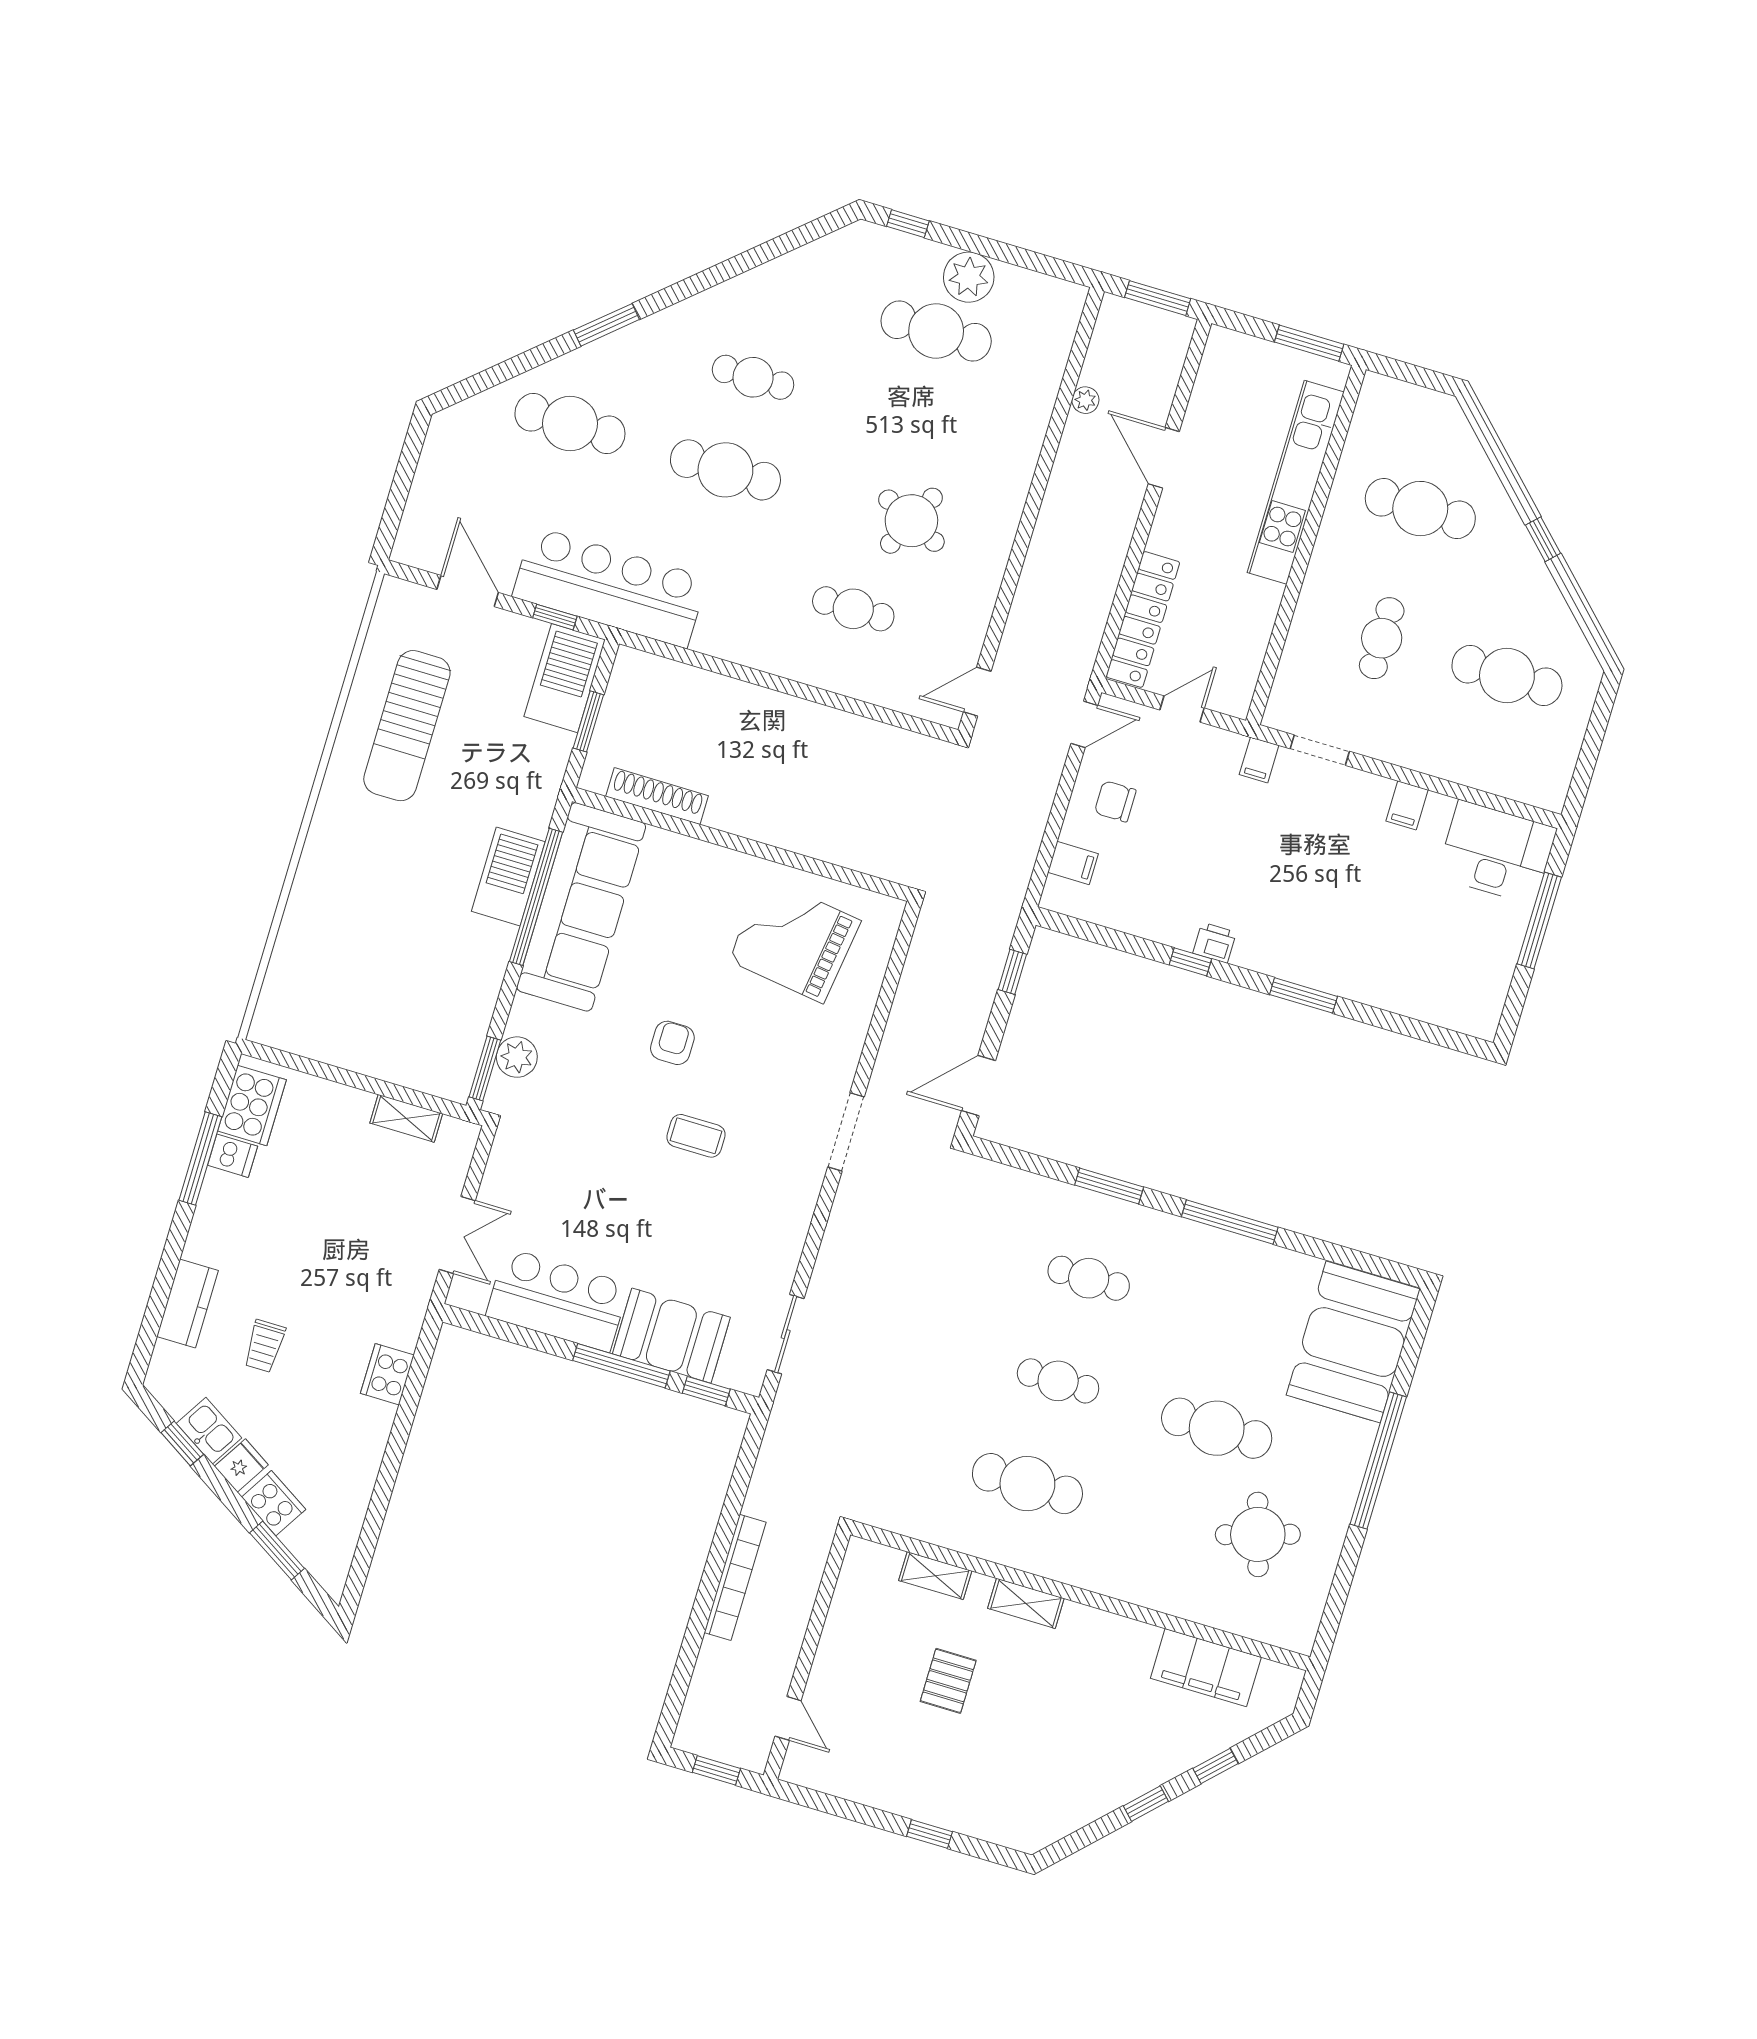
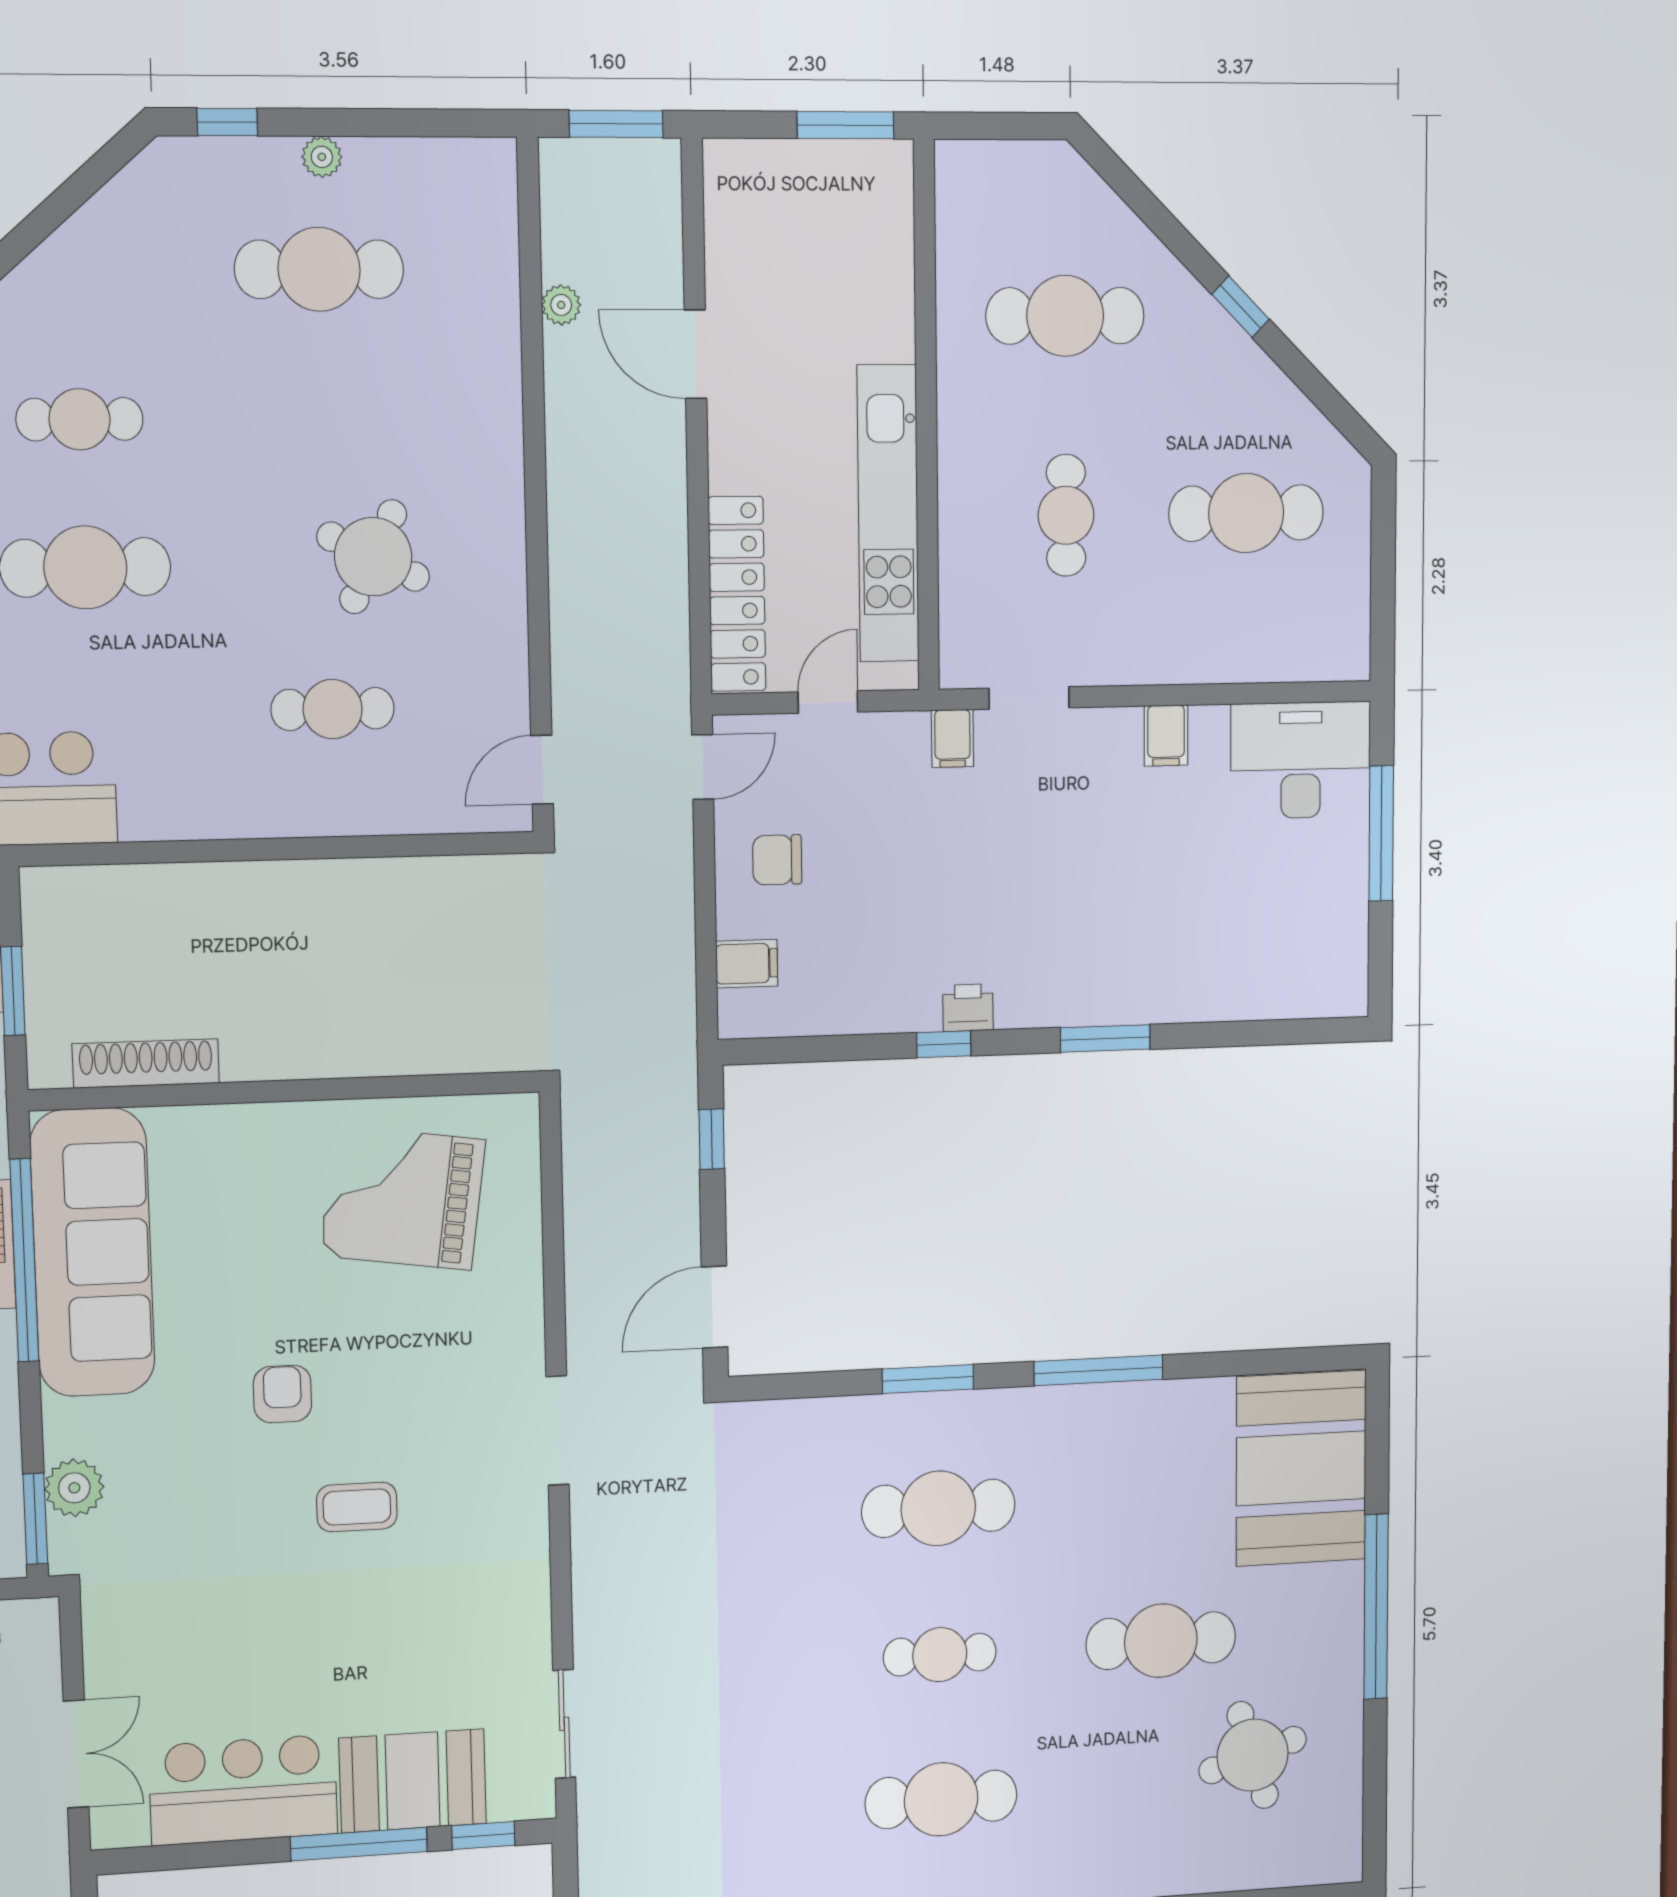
plant: (969, 277) -> (322, 157), width x0.53, depth x0.53
kitchen unit: (1296, 482) -> (888, 514), moved
cafe table: (1089, 1278) -> (938, 1508), width x1.37, depth x1.35

